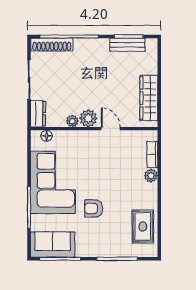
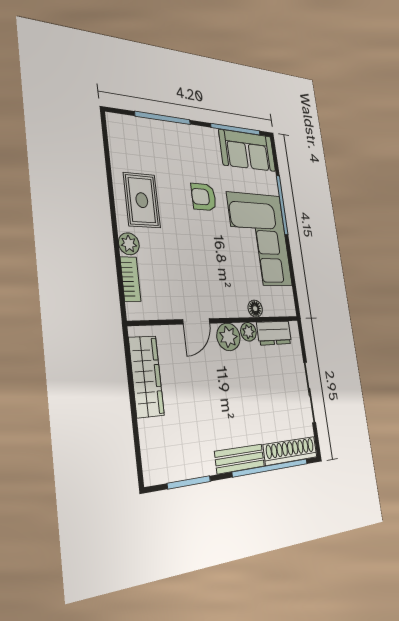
bench: (128, 45) -> (240, 459), moved
dresser: (38, 114) -> (274, 333), moved, turned -90
door: (111, 129) -> (196, 321), hinge flipped
floor lamp: (47, 136) -> (255, 309), moved
armchair: (94, 209) -> (204, 197), turned 180
rug: (143, 227) -> (142, 200), moved

